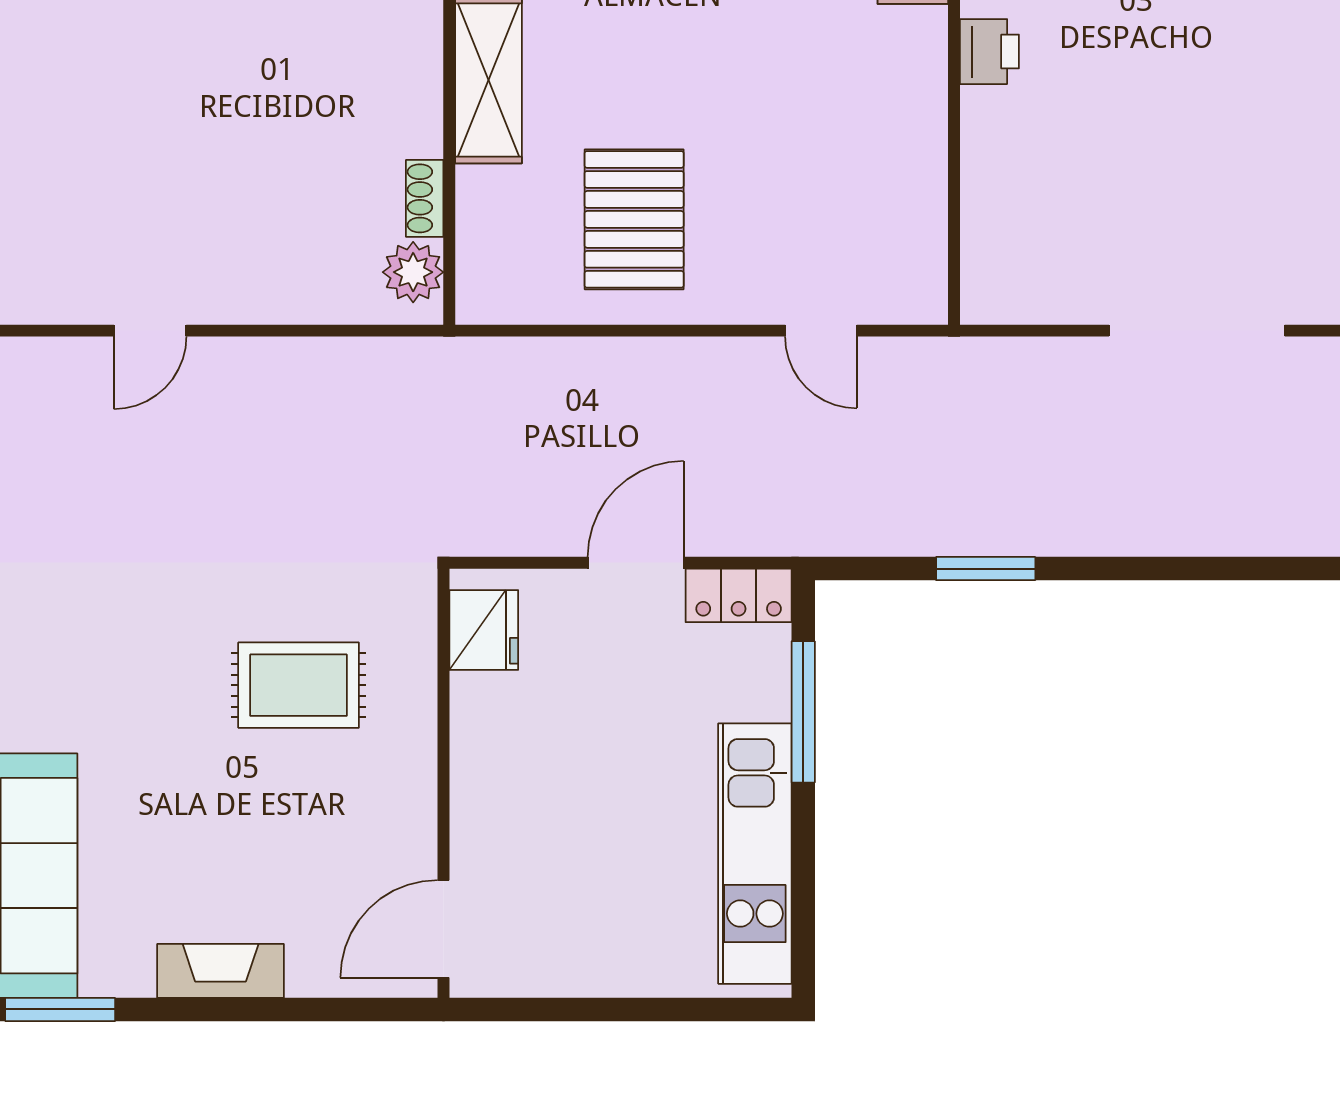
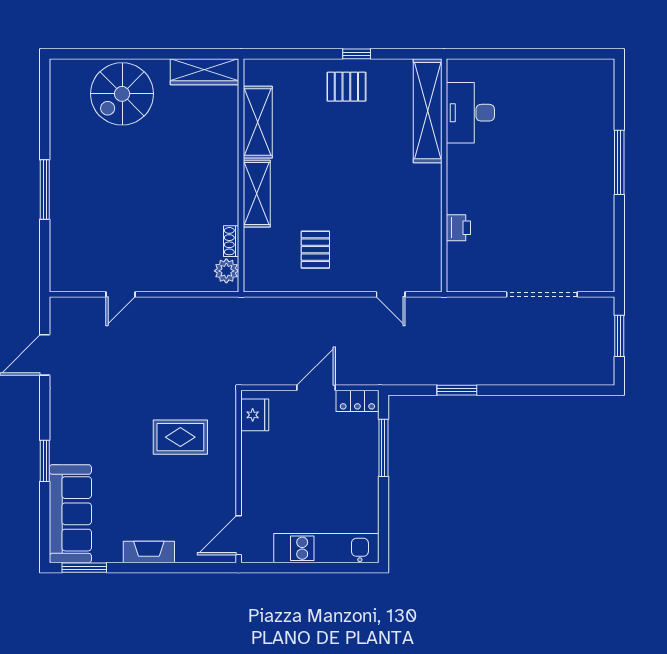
printer: (989, 52) -> (458, 228), moved
pallet: (634, 219) -> (315, 250), width x0.67, depth x0.71
kitchen unit: (755, 854) -> (326, 548), moved, turned 90

